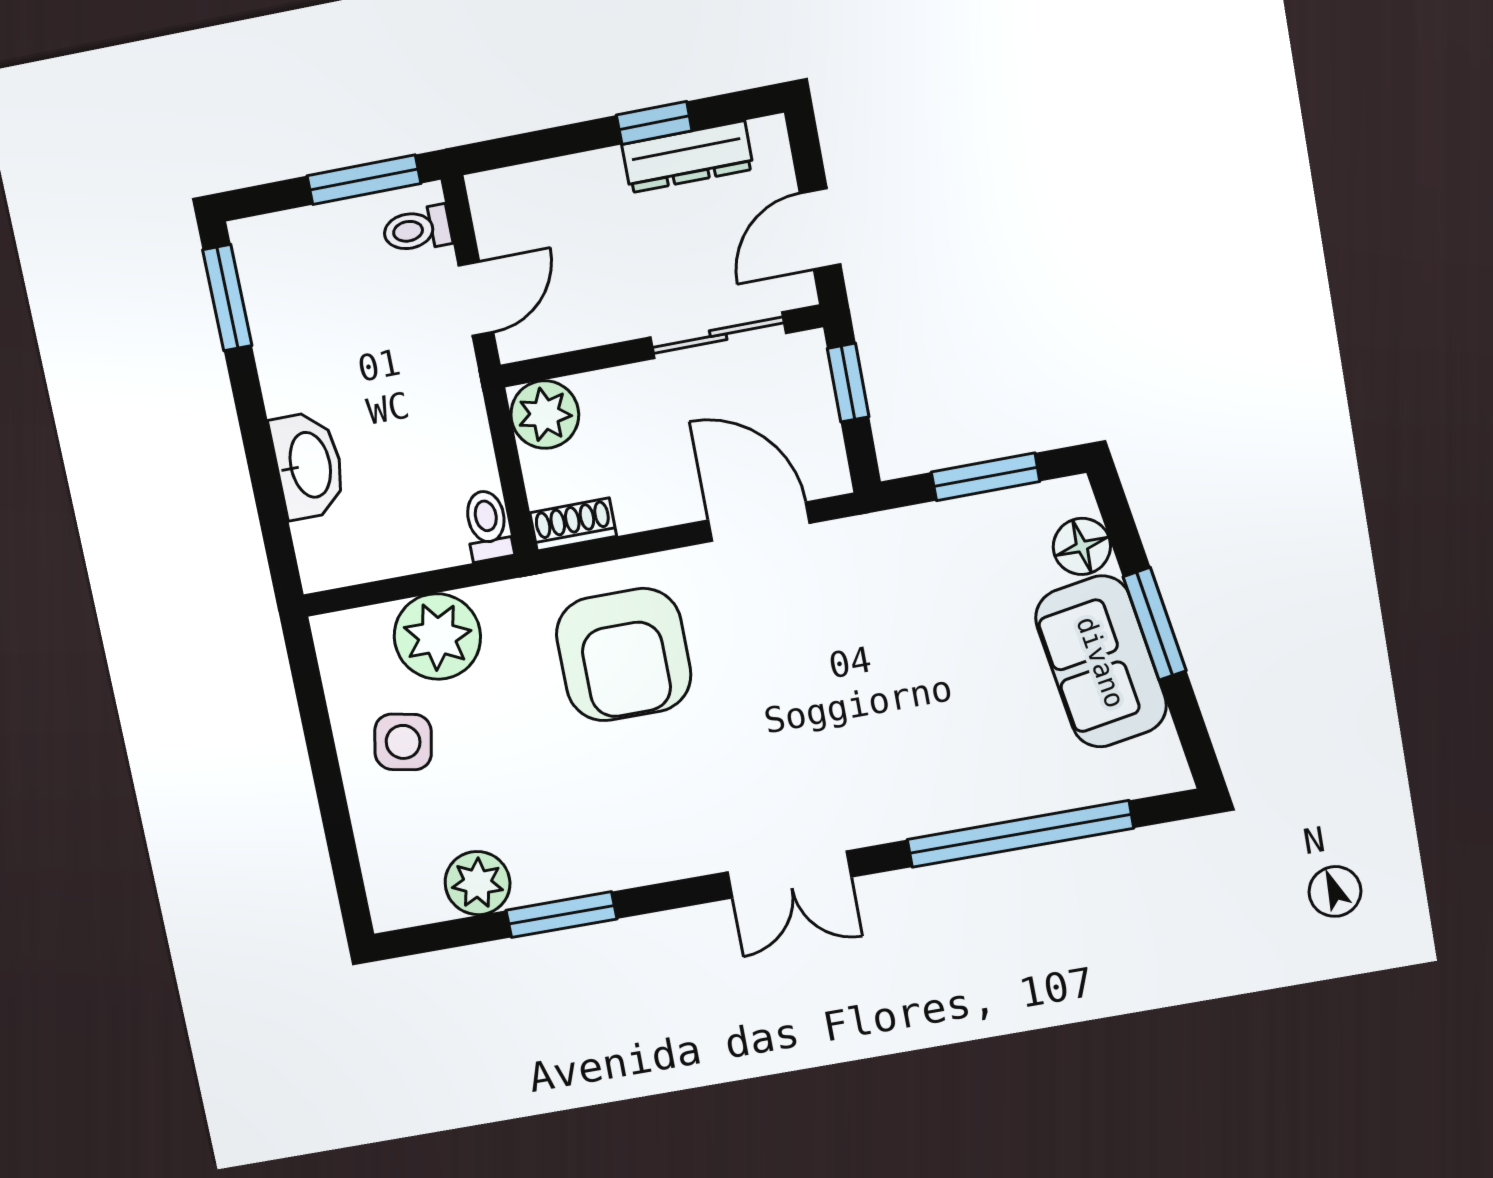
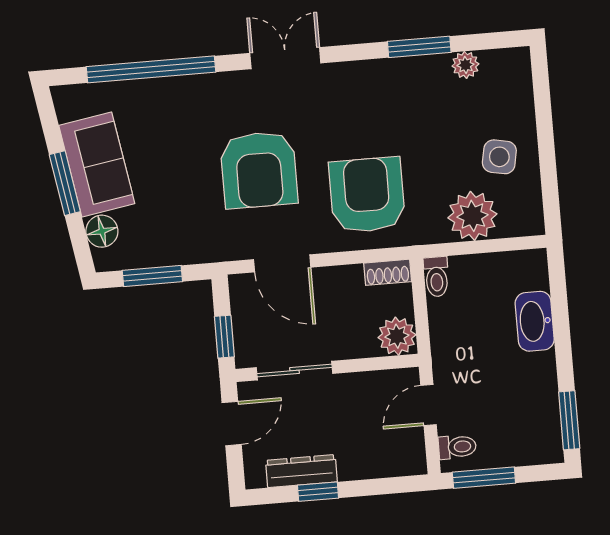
armchair: (816, 680) -> (259, 170), added
plant: (478, 883) -> (465, 65), width x0.73, depth x0.73

